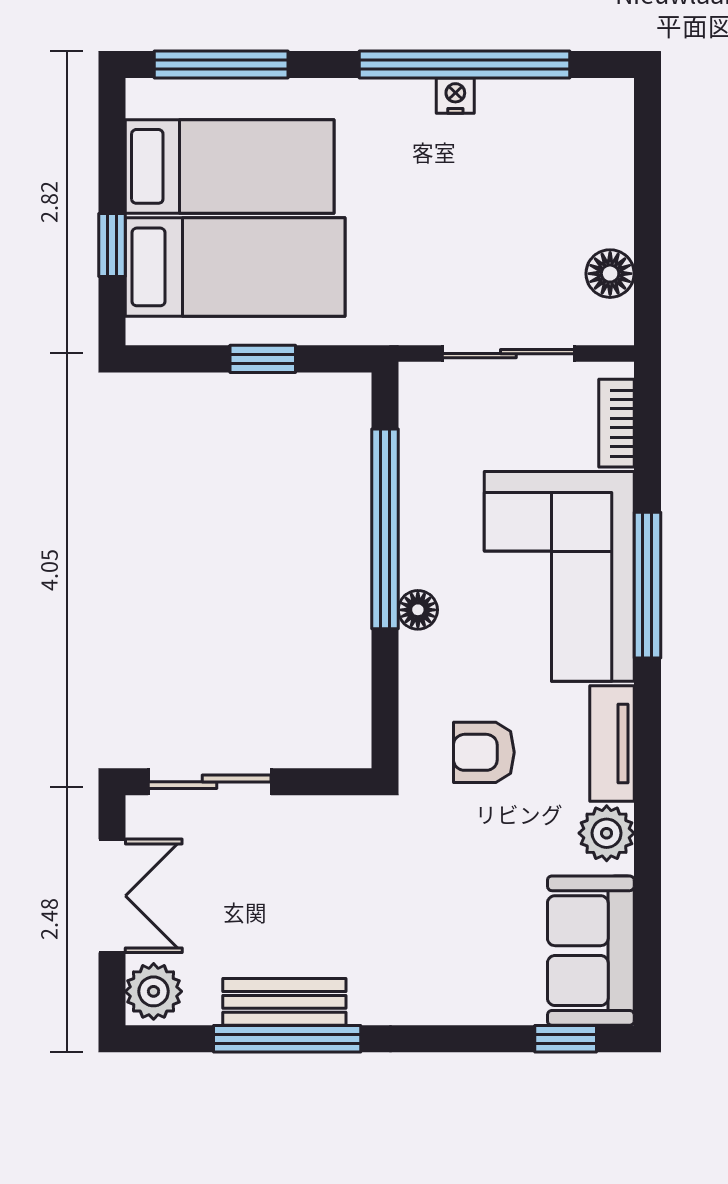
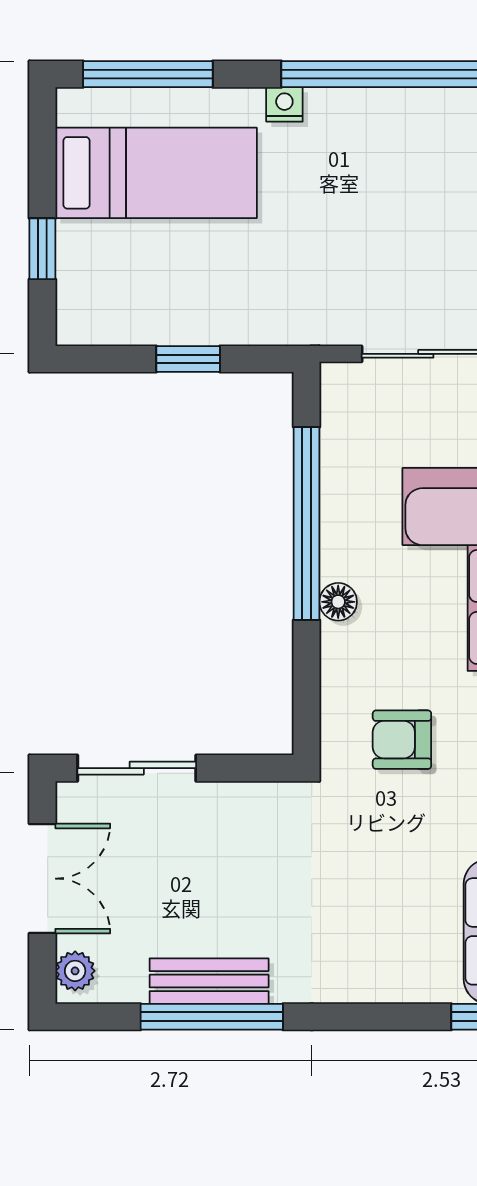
nightstand: (455, 96) -> (284, 104), moved
bed: (235, 267) -> (161, 270), removed
plant: (154, 991) -> (75, 971), width x0.73, depth x0.73

